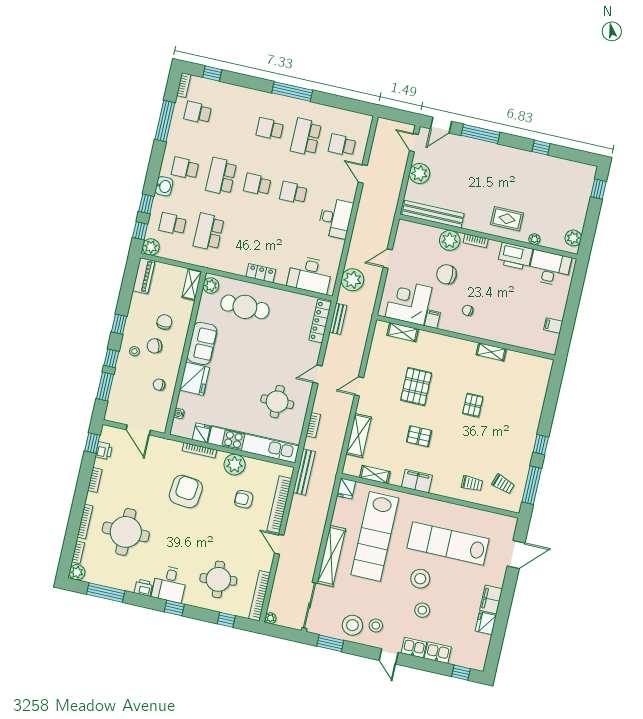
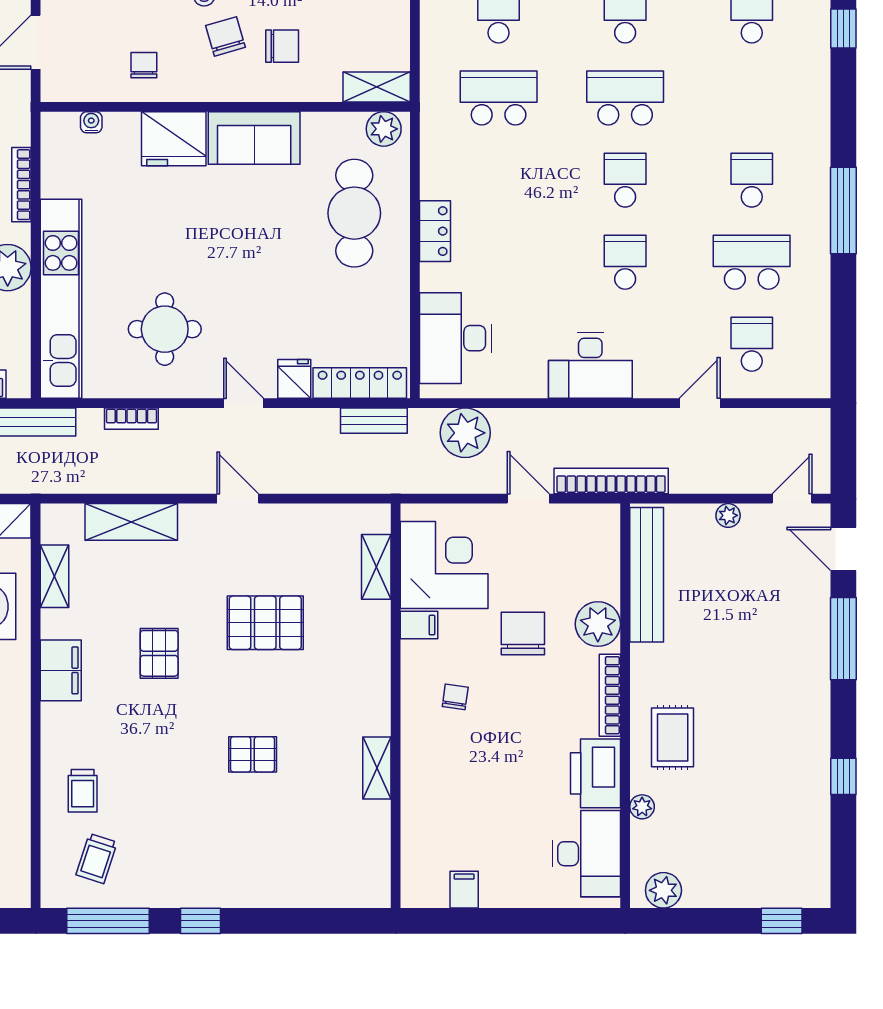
plant: (420, 173) -> (728, 515), width x0.53, depth x0.53
bookcase: (388, 220) -> (611, 481), added
bookcase: (476, 241) -> (610, 695), width x1.56
fridge: (201, 433) -> (294, 379), moved, turned -90

